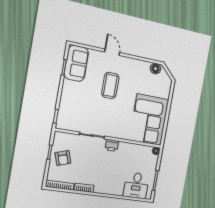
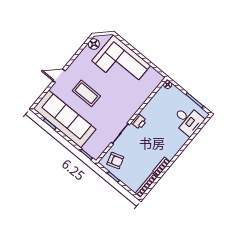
sofa: (76, 63) -> (65, 119), width x1.85, depth x1.27
corner sofa: (149, 120) -> (121, 63), moved
armchair: (63, 158) -> (115, 161), moved

